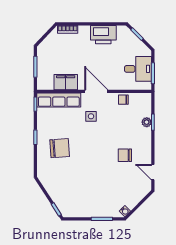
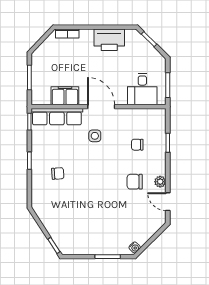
desk: (138, 69) -> (142, 89), moved, turned 90
chair: (123, 100) -> (137, 145), moved
plant: (147, 122) -> (160, 182), moved
chair: (60, 148) -> (58, 173), width x0.54, depth x0.54

